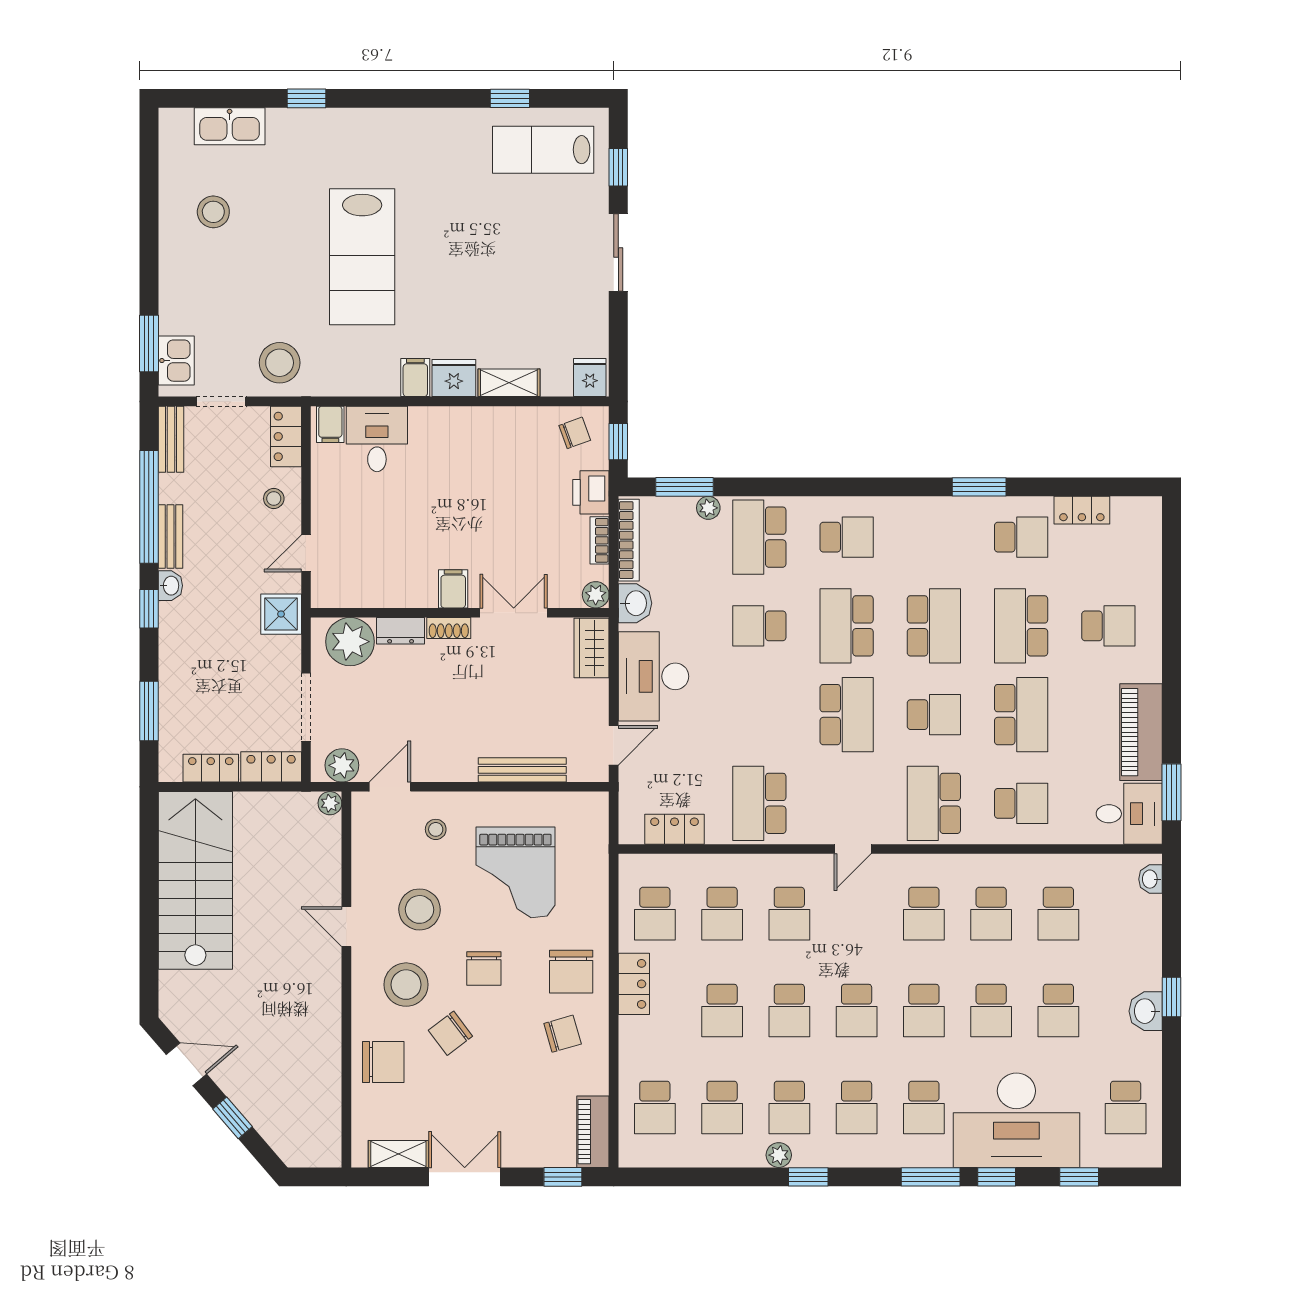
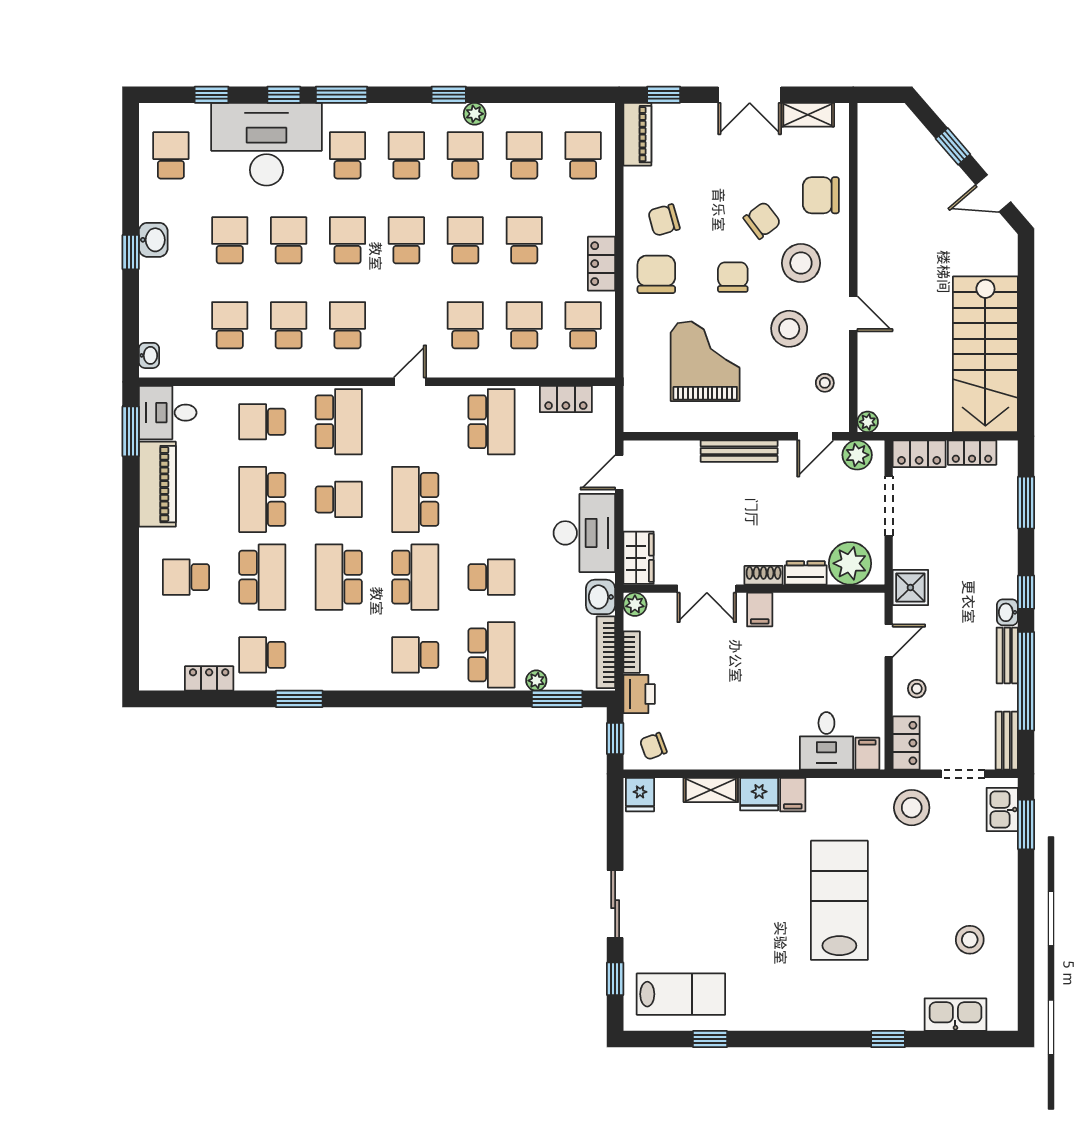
school desk: (934, 715) -> (339, 499), turned 180
bench: (522, 770) -> (739, 451), moved
stool: (436, 829) -> (825, 383), moved

